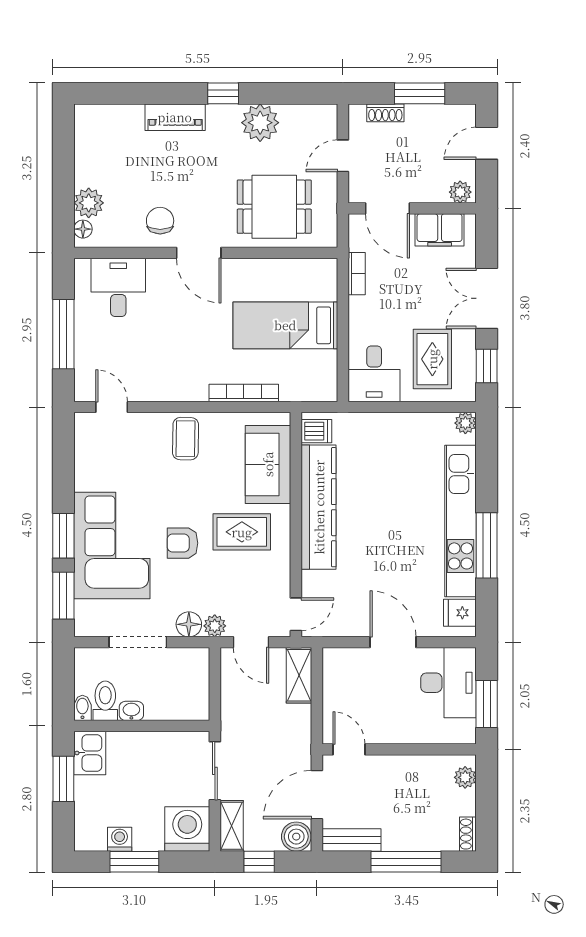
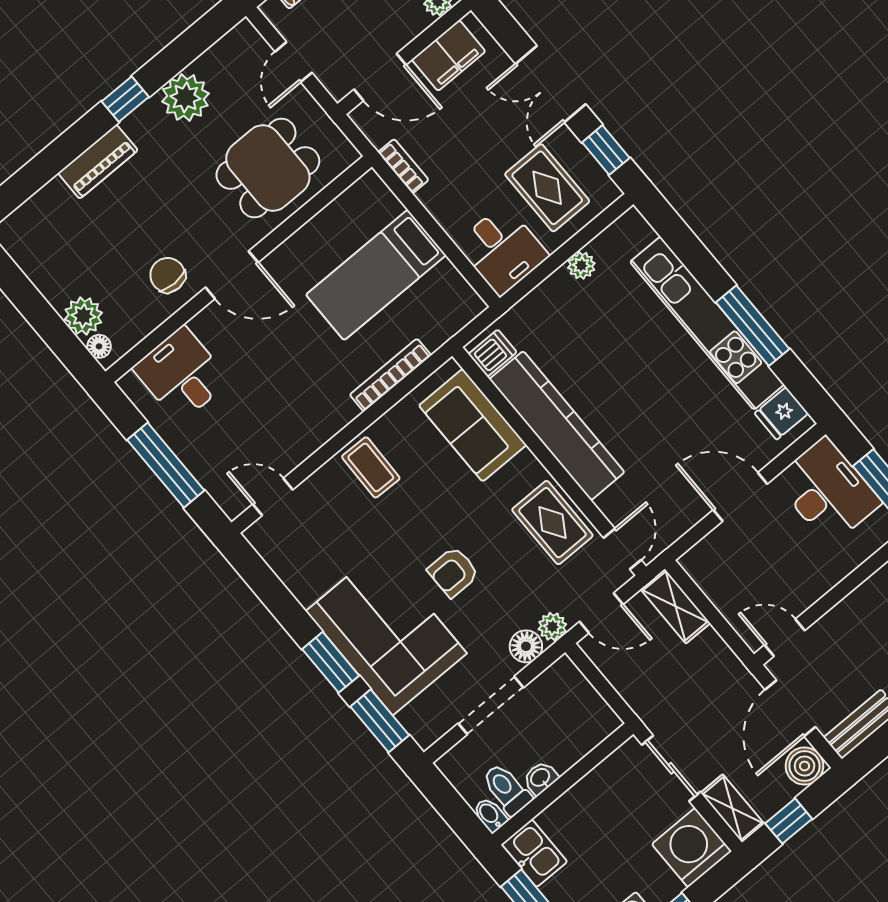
plant: (465, 423) -> (581, 265), moved
rug: (242, 532) -> (552, 523), moved, turned 90

